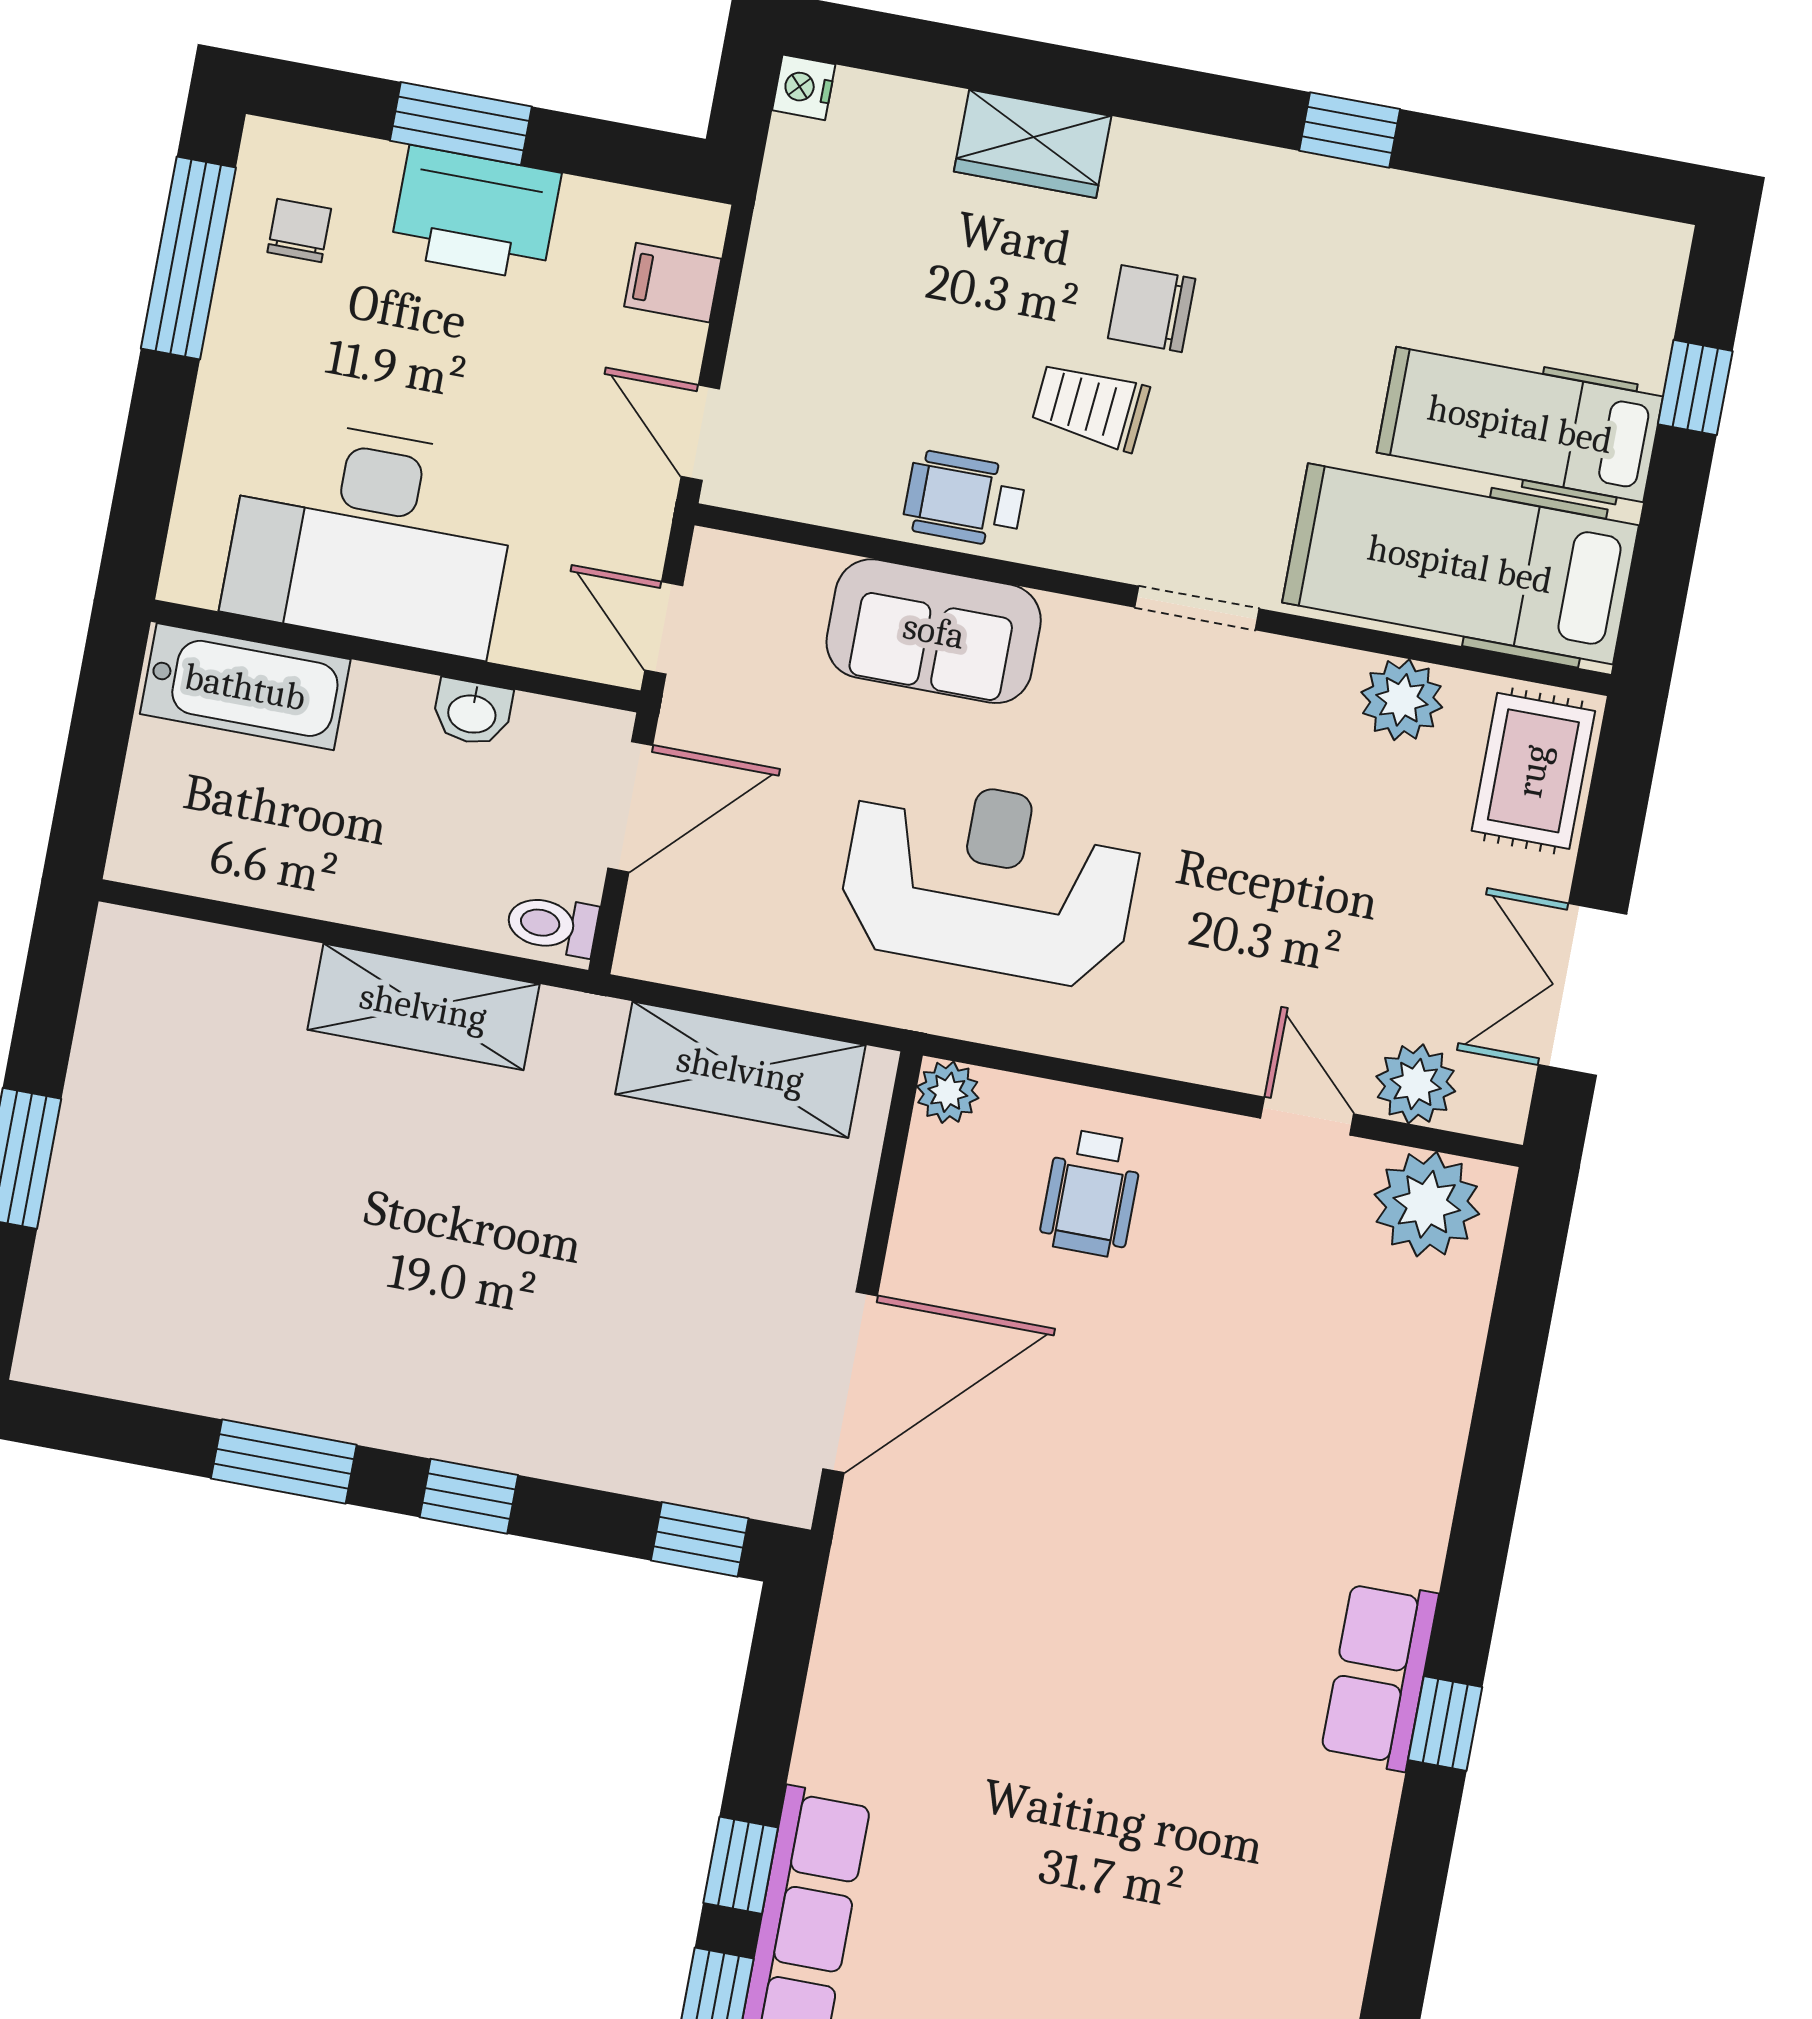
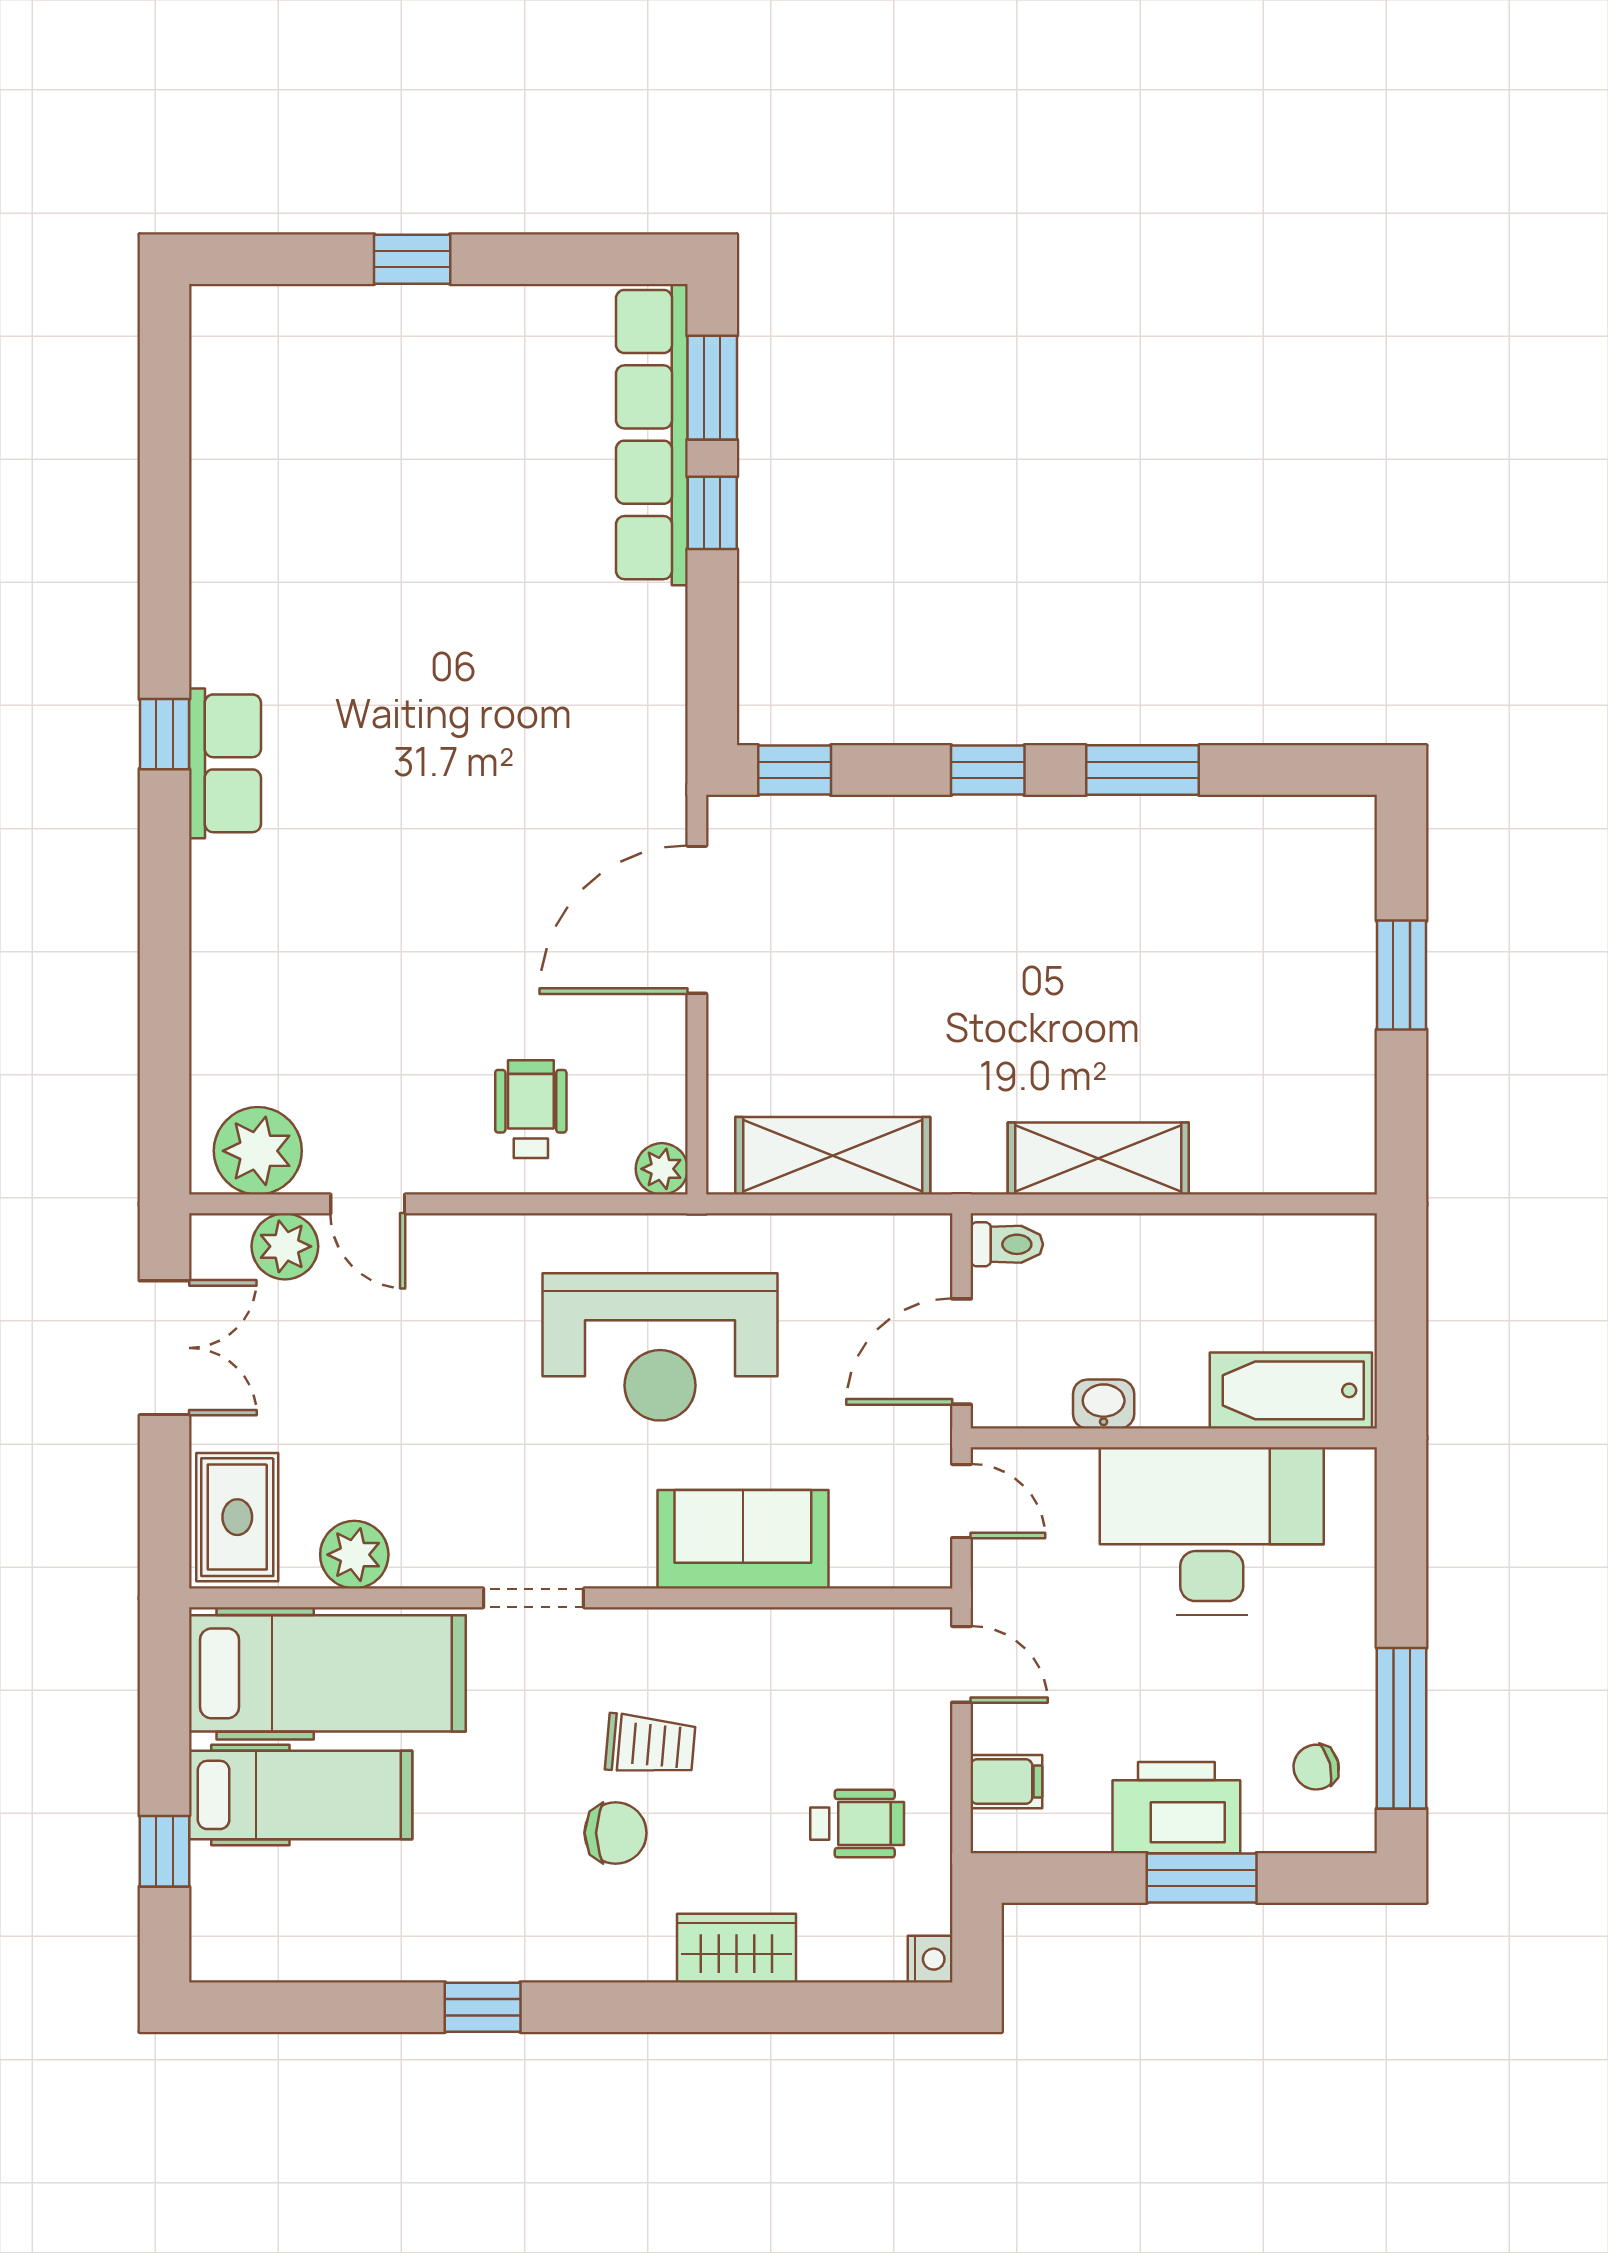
chair: (299, 231) -> (1316, 1767), turned 75
wheelchair: (964, 499) -> (857, 1824), moved

